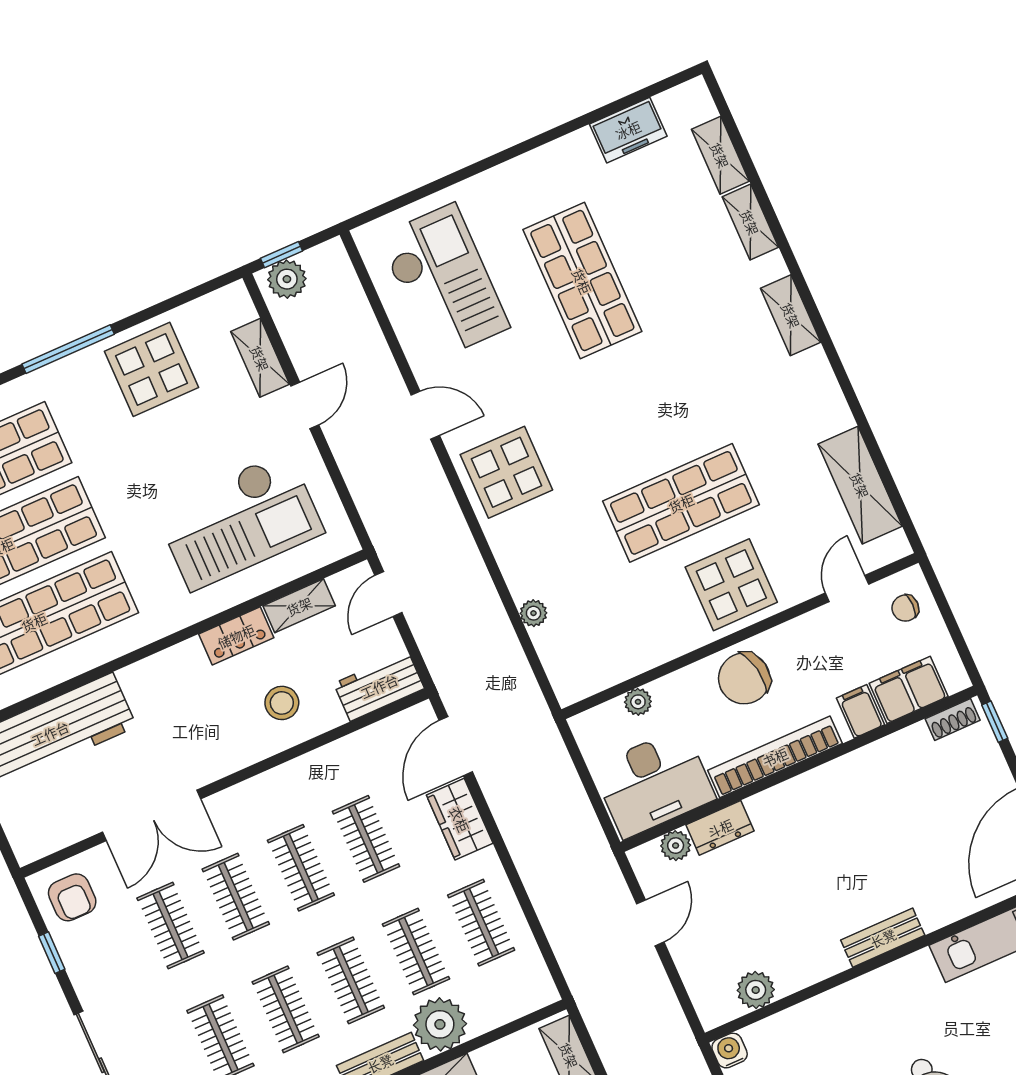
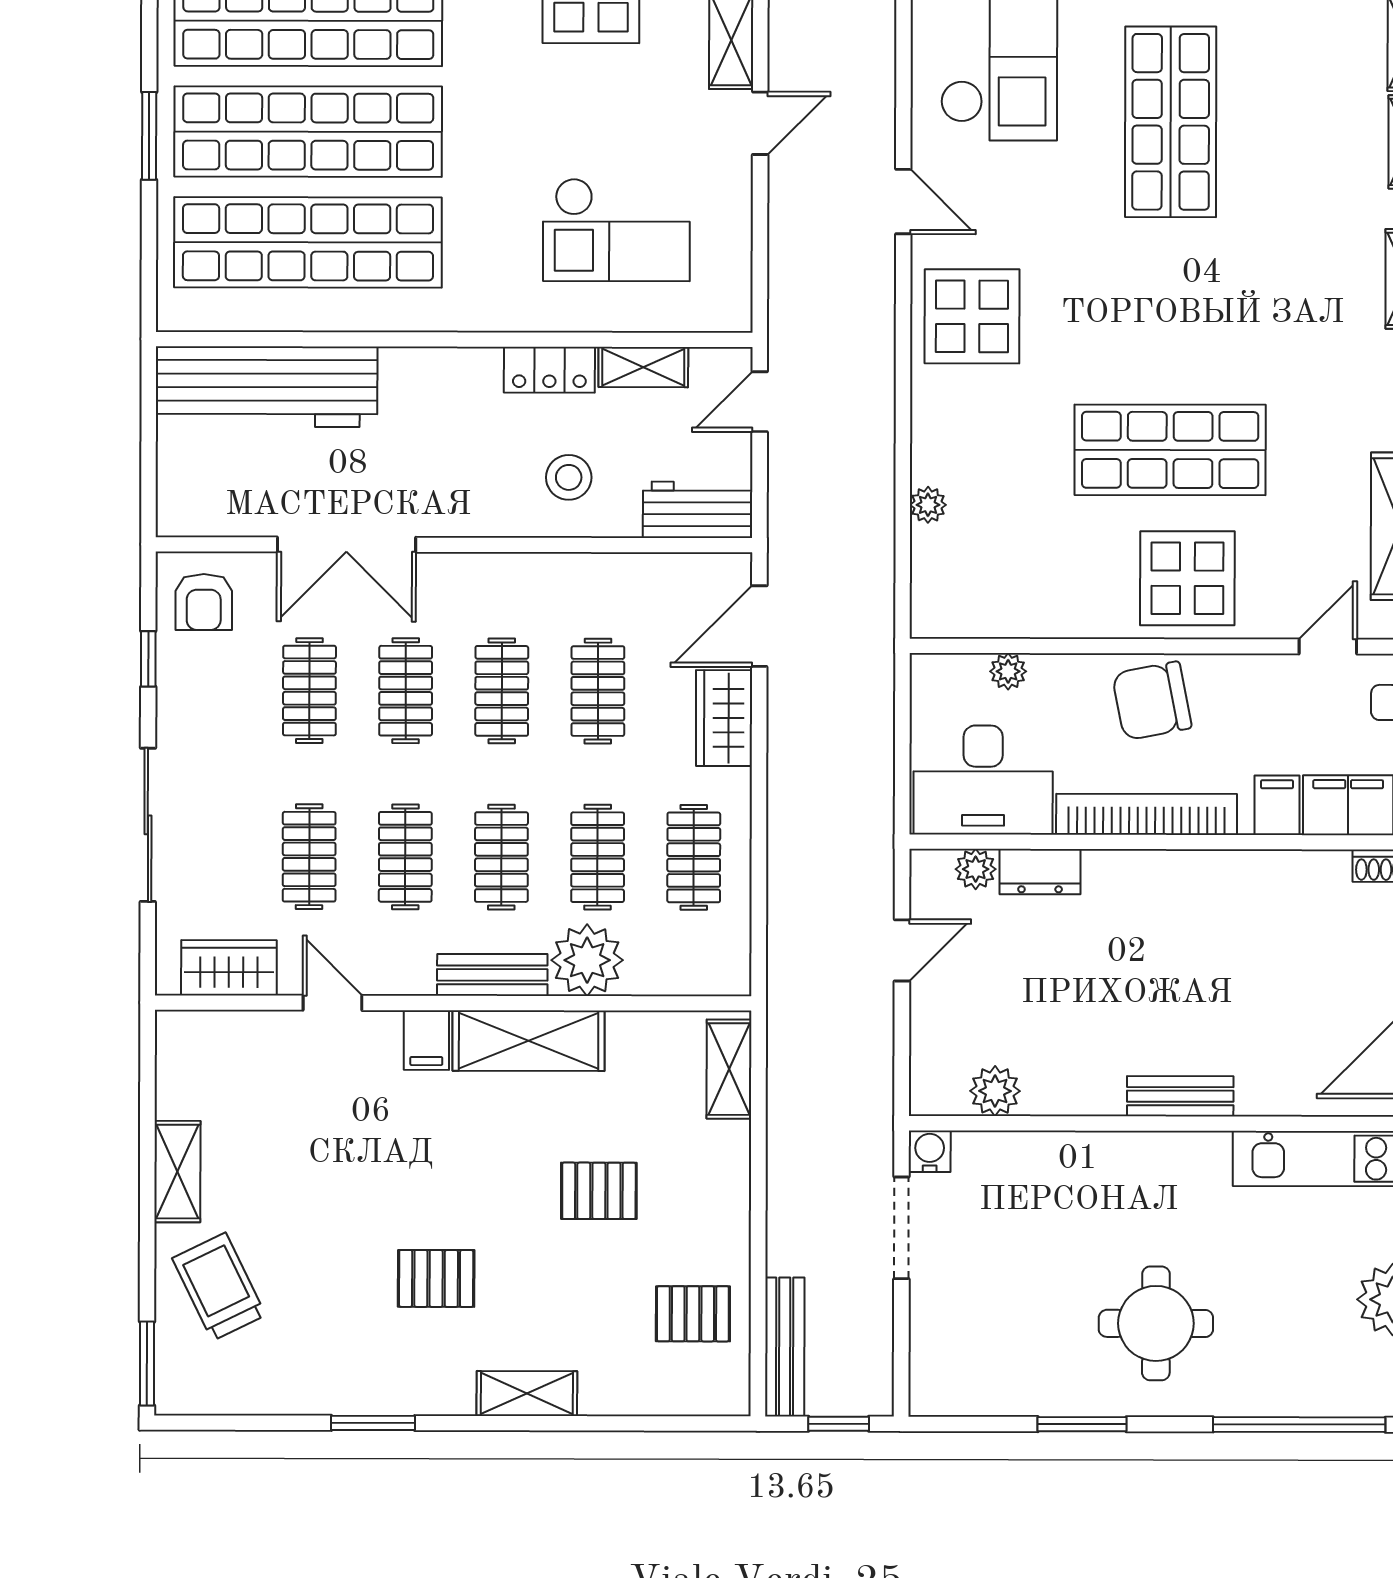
checkout: (239, 521) -> (616, 230), width x0.73, depth x0.83

